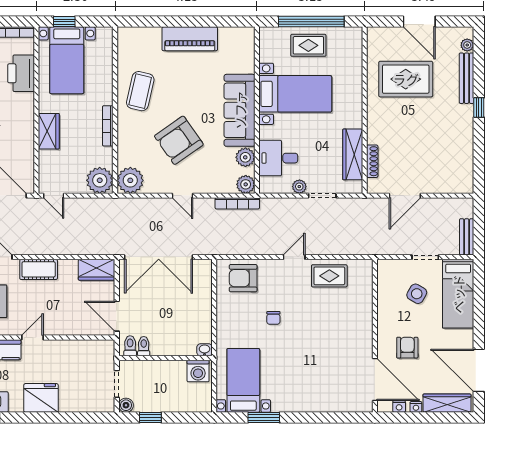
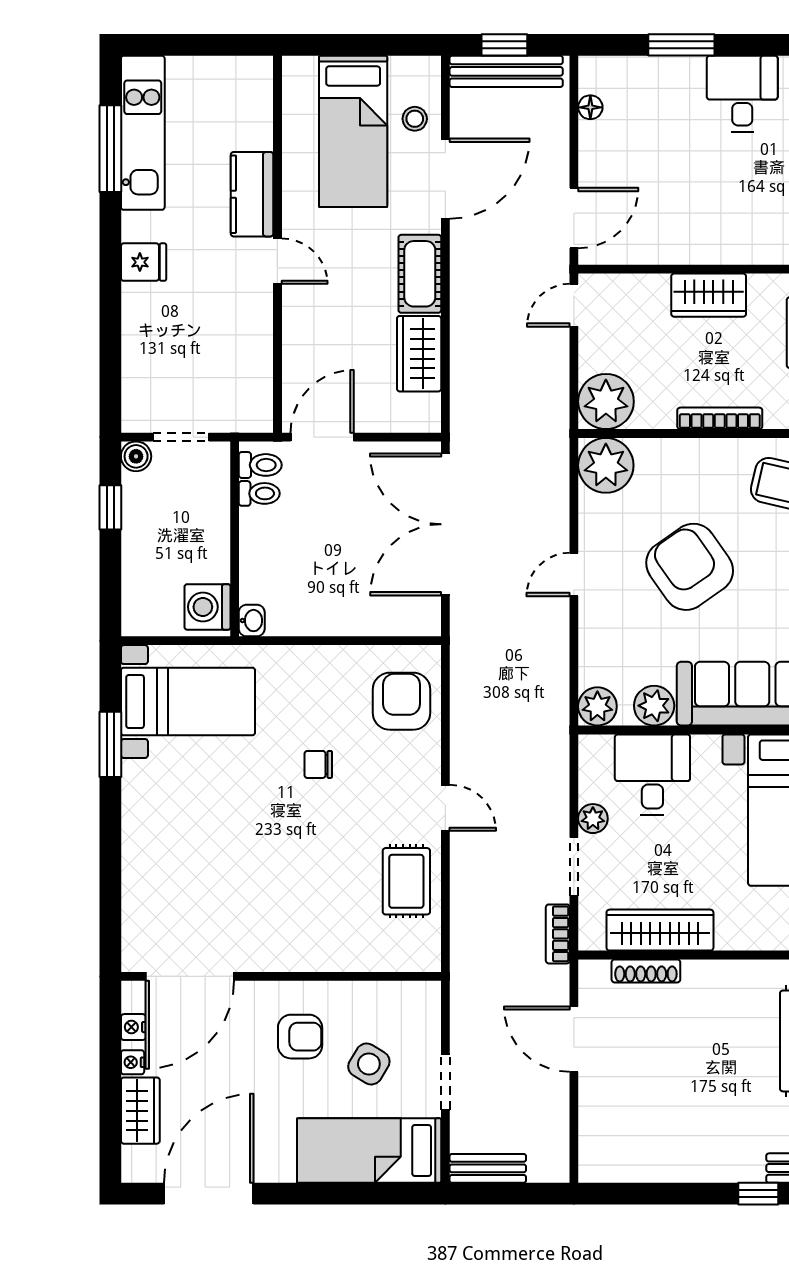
bookcase: (237, 203) -> (558, 934), moved, width x0.64
wardrobe: (97, 270) -> (419, 354), moved
armchair: (407, 348) -> (300, 1037), moved
fridge: (41, 398) -> (144, 262), width x0.53, depth x0.75
wardrobe: (447, 403) -> (140, 1111), width x0.67

